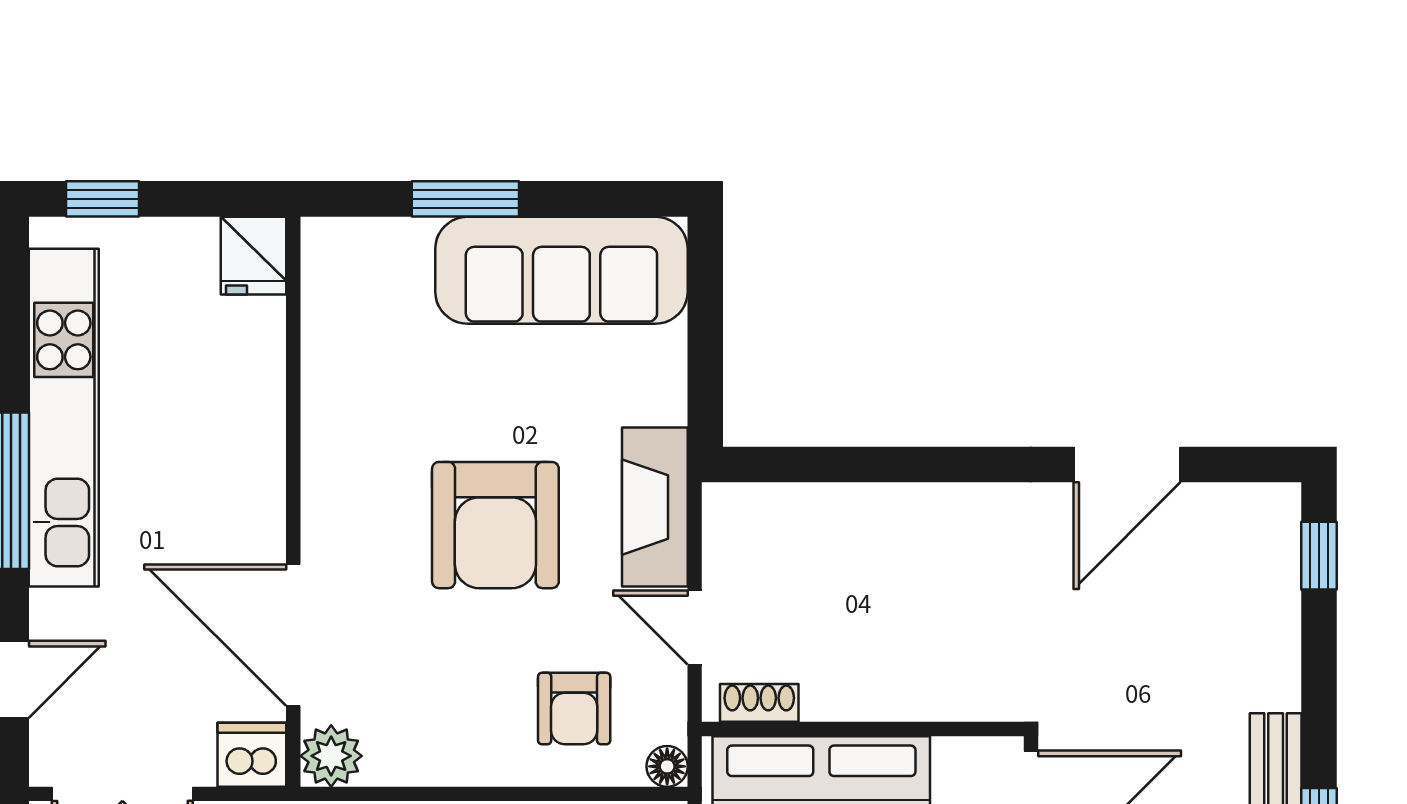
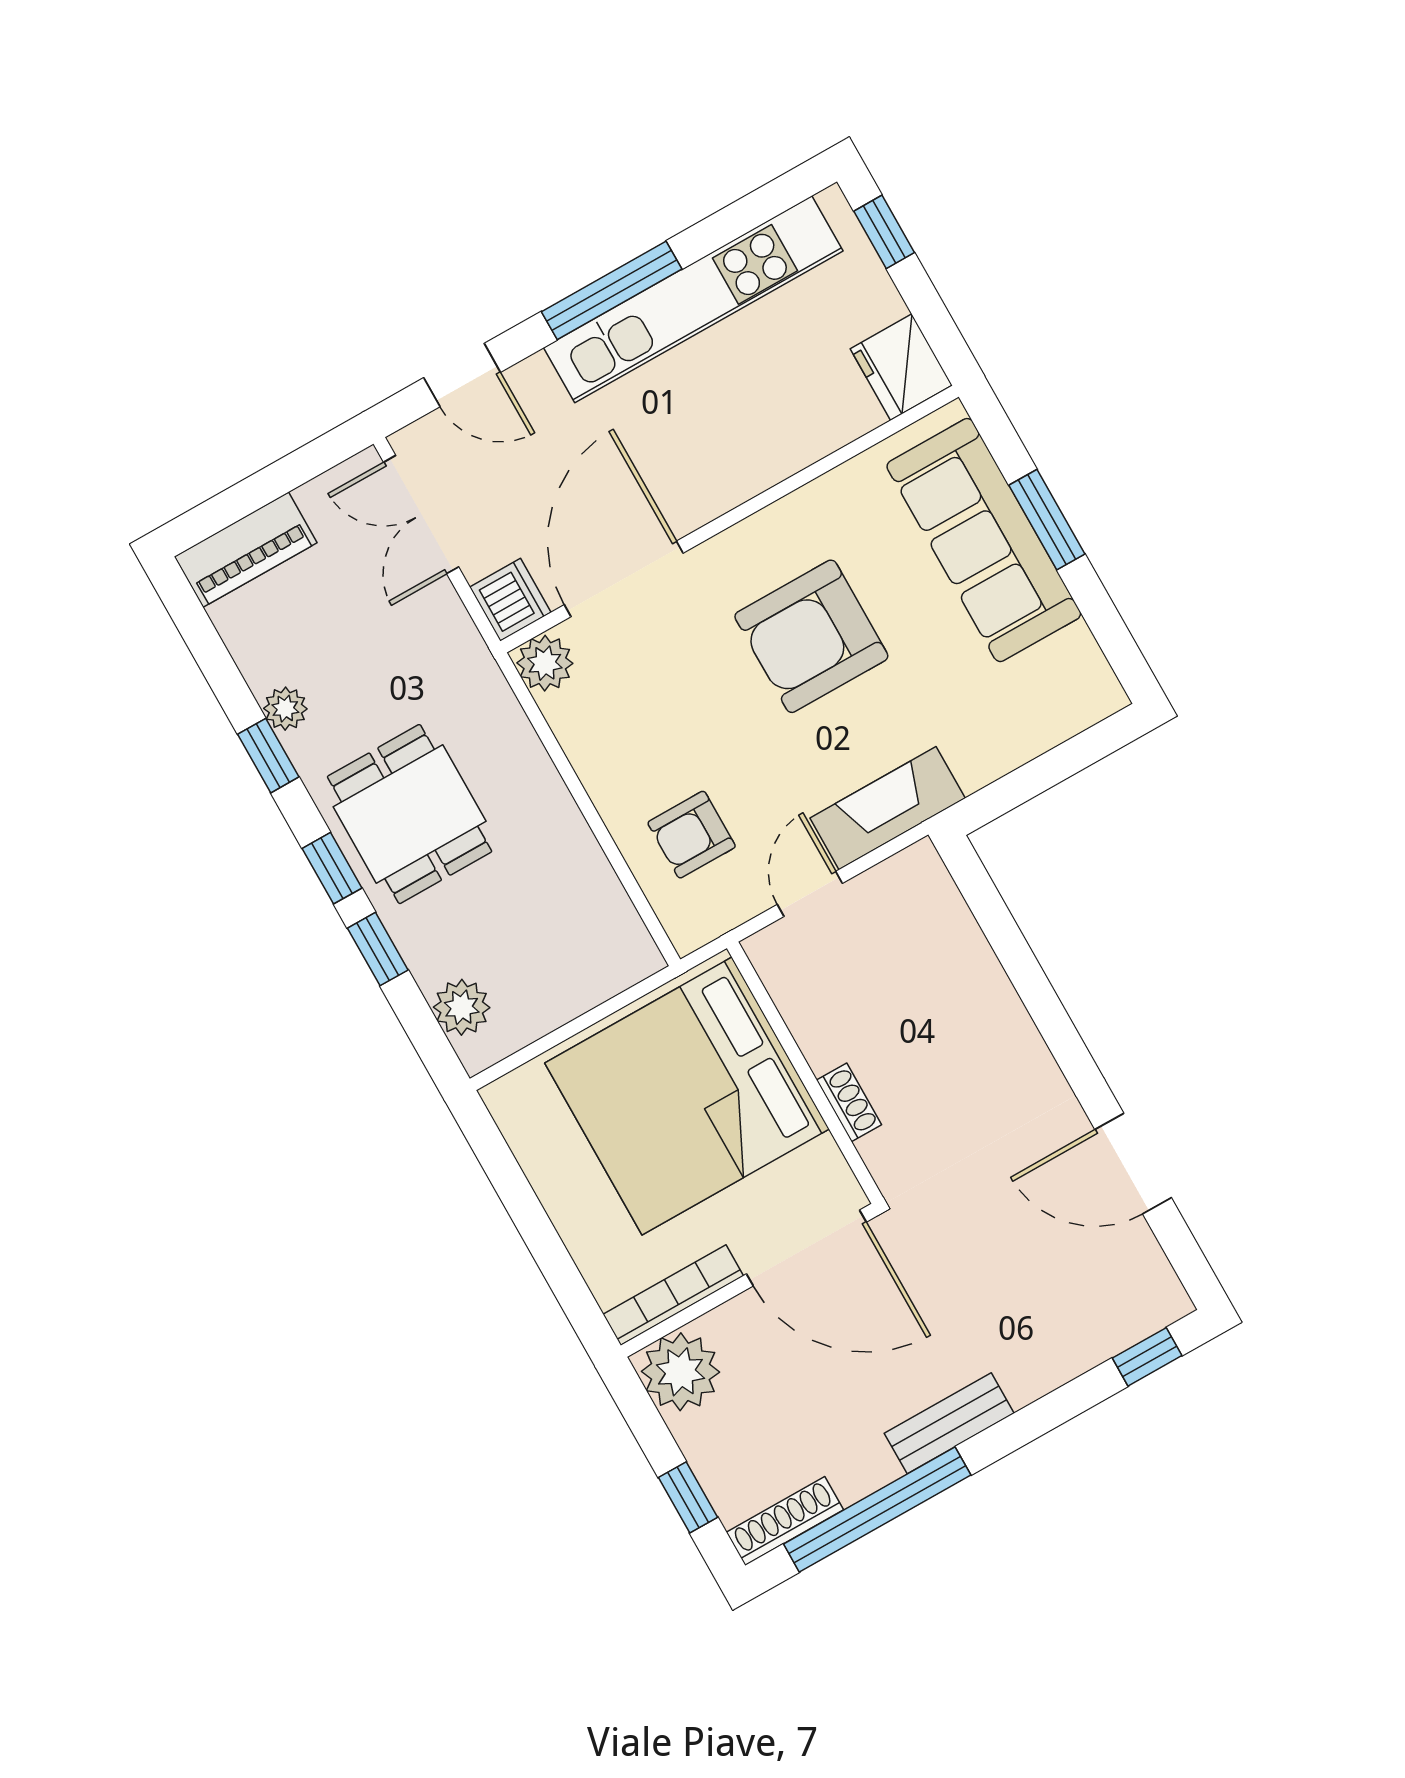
fridge: (254, 256) -> (901, 367), width x1.38
sofa: (561, 270) -> (984, 540), moved
armchair: (495, 525) -> (811, 636), moved
shoe rack: (759, 703) -> (849, 1102), moved
floor lamp: (667, 766) -> (687, 934), removed

